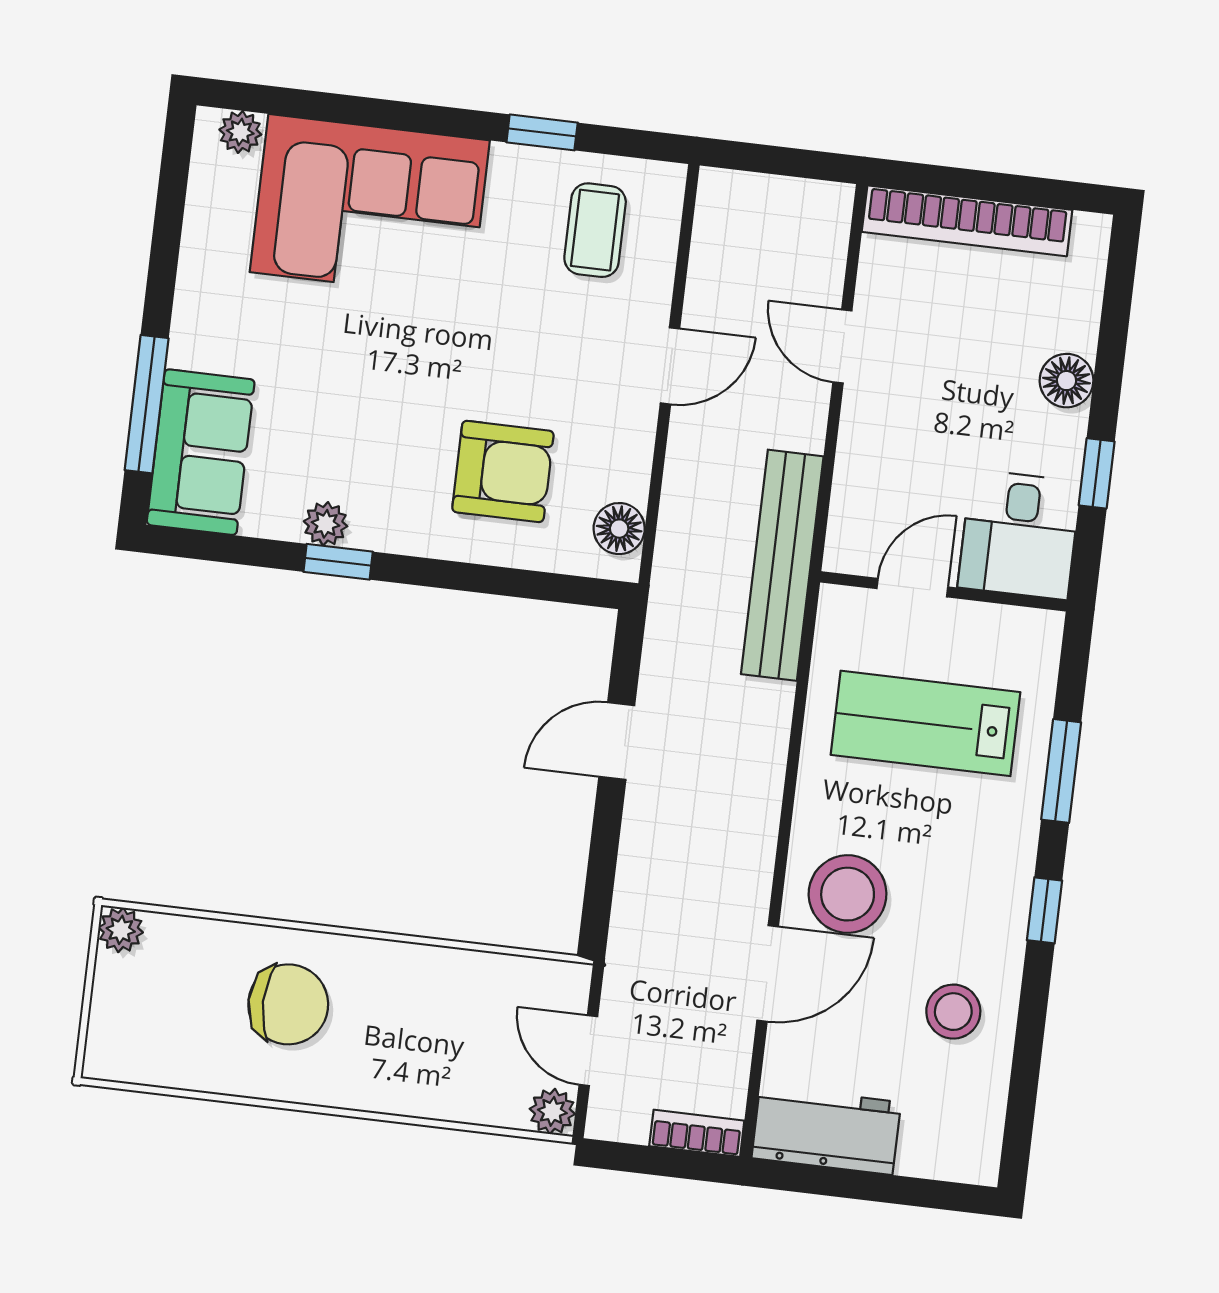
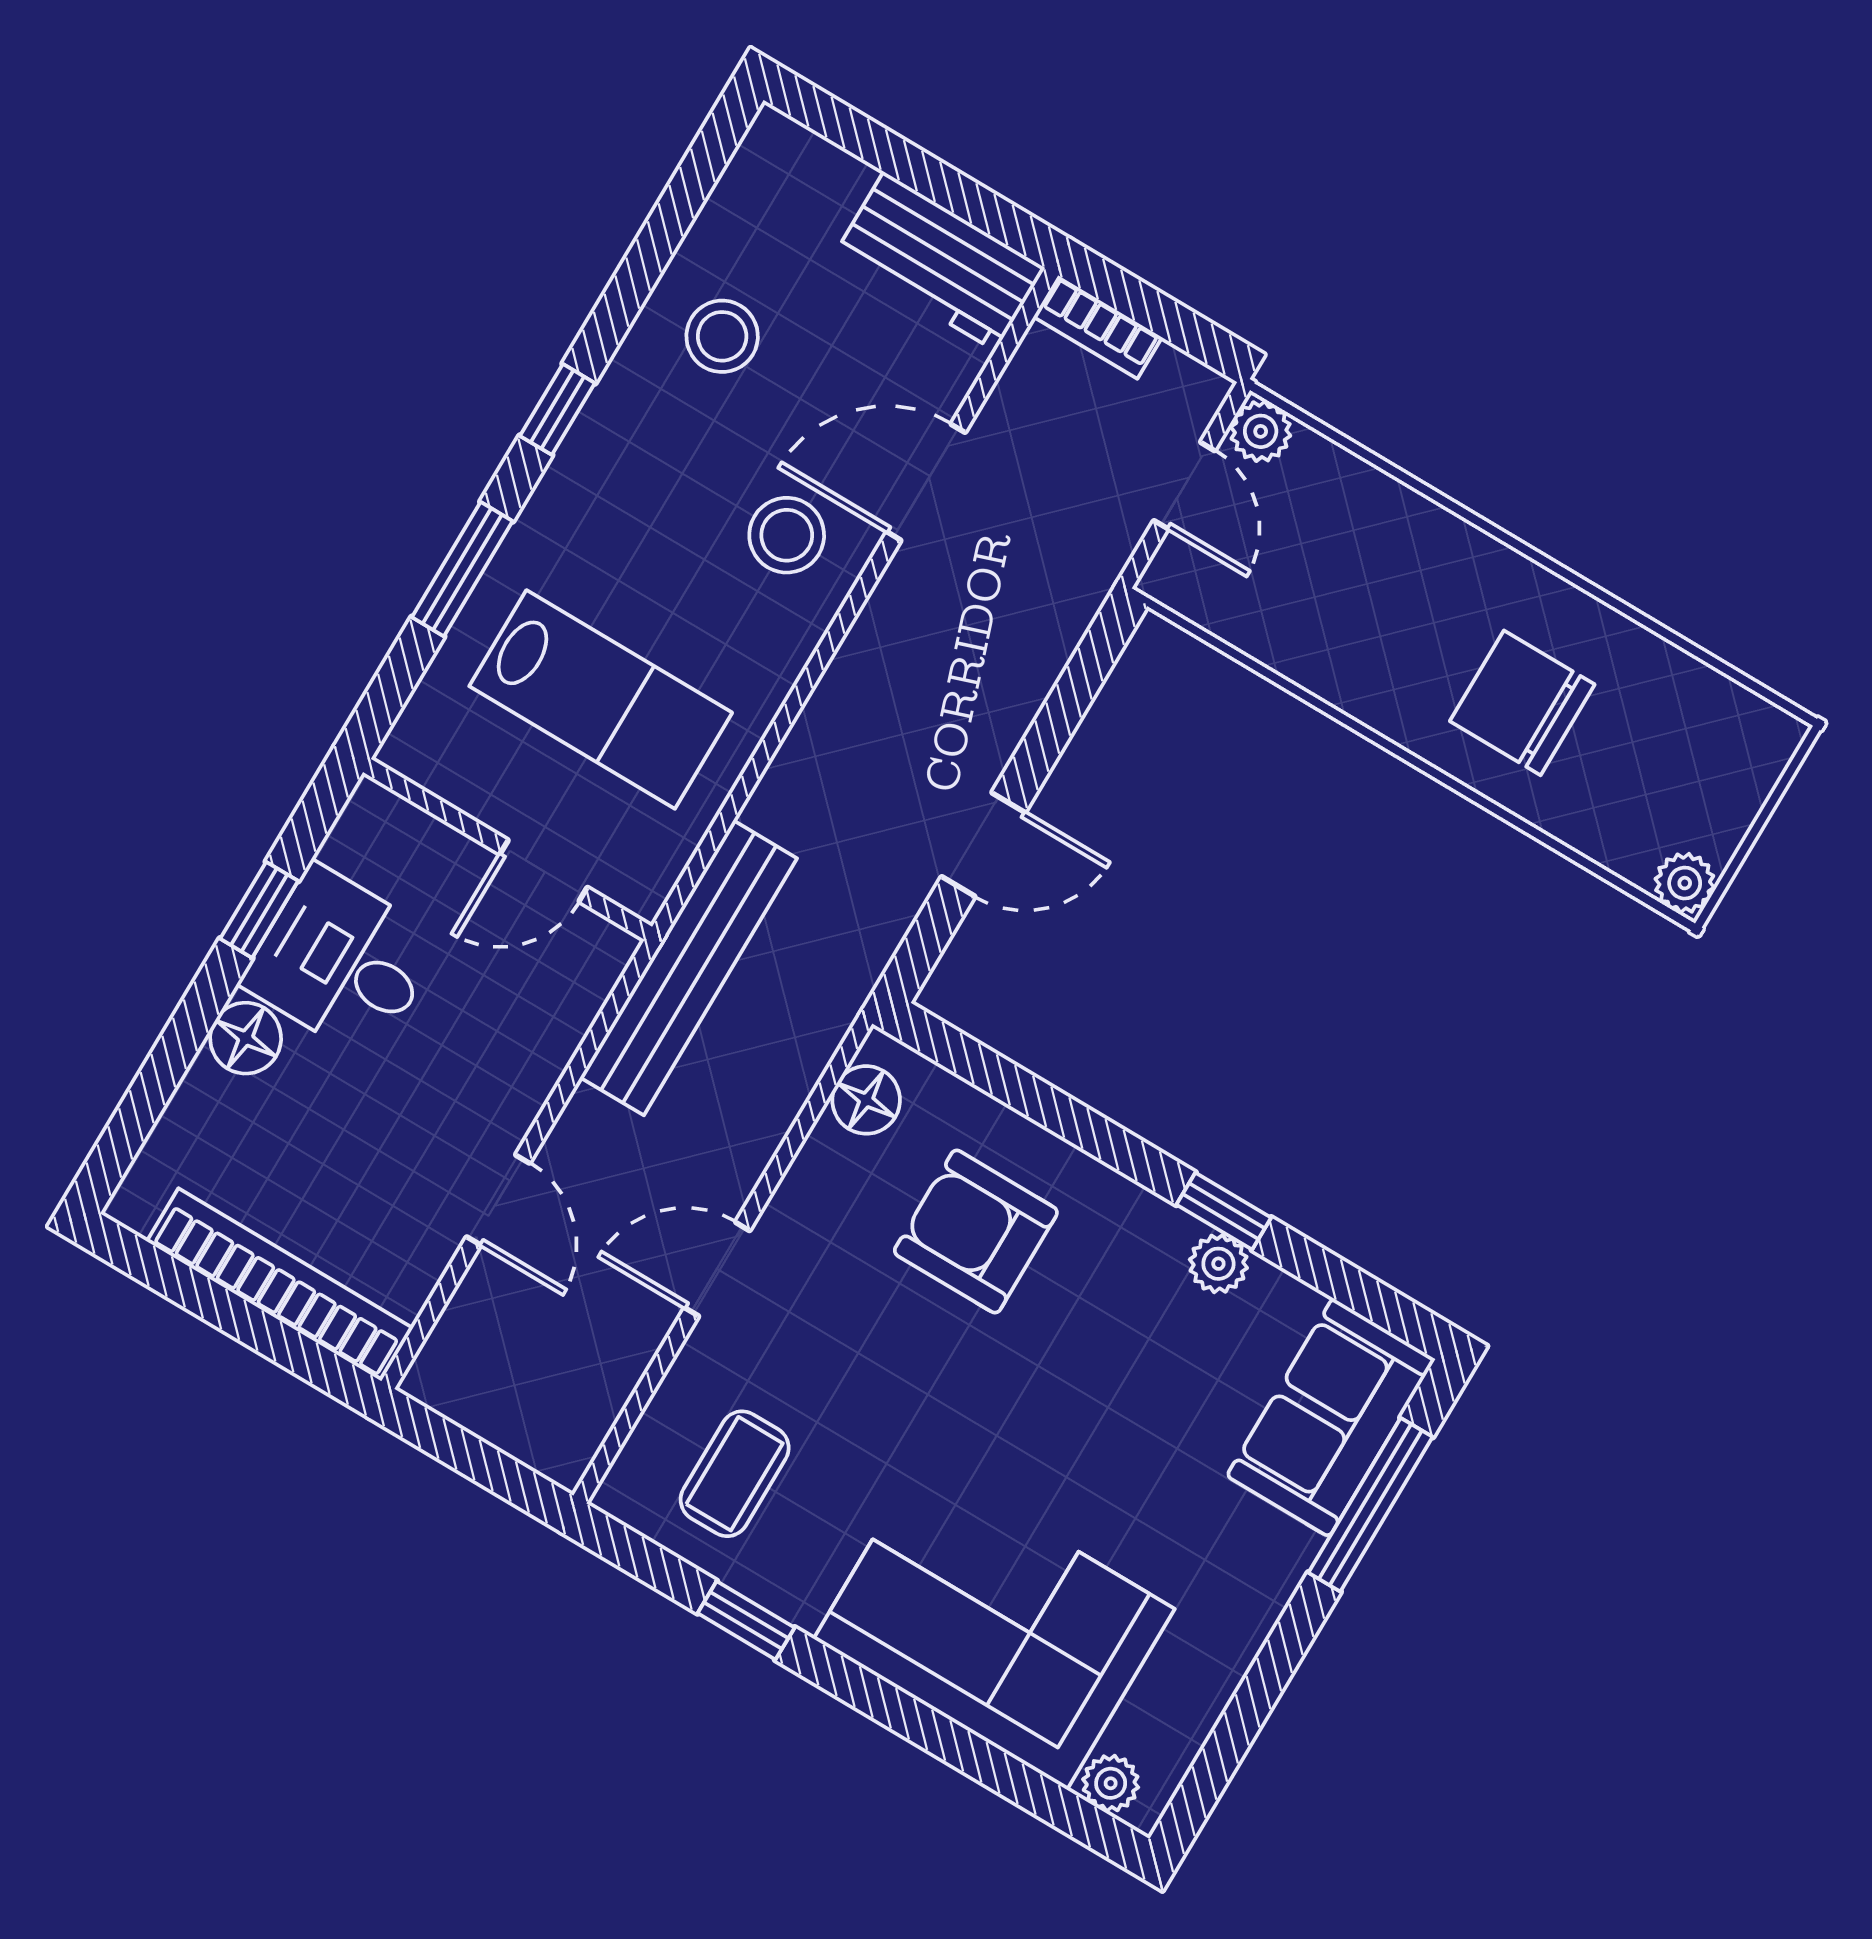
desk: (1019, 535) -> (342, 962), moved, turned -90
stool: (848, 894) -> (787, 535), width x0.73, depth x0.73

